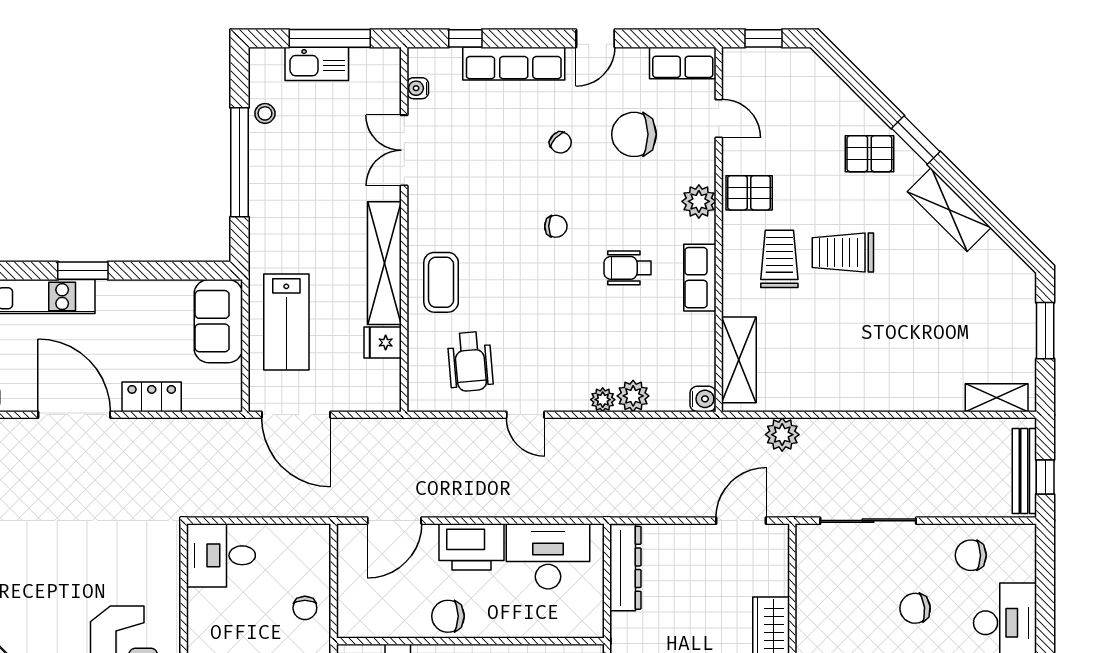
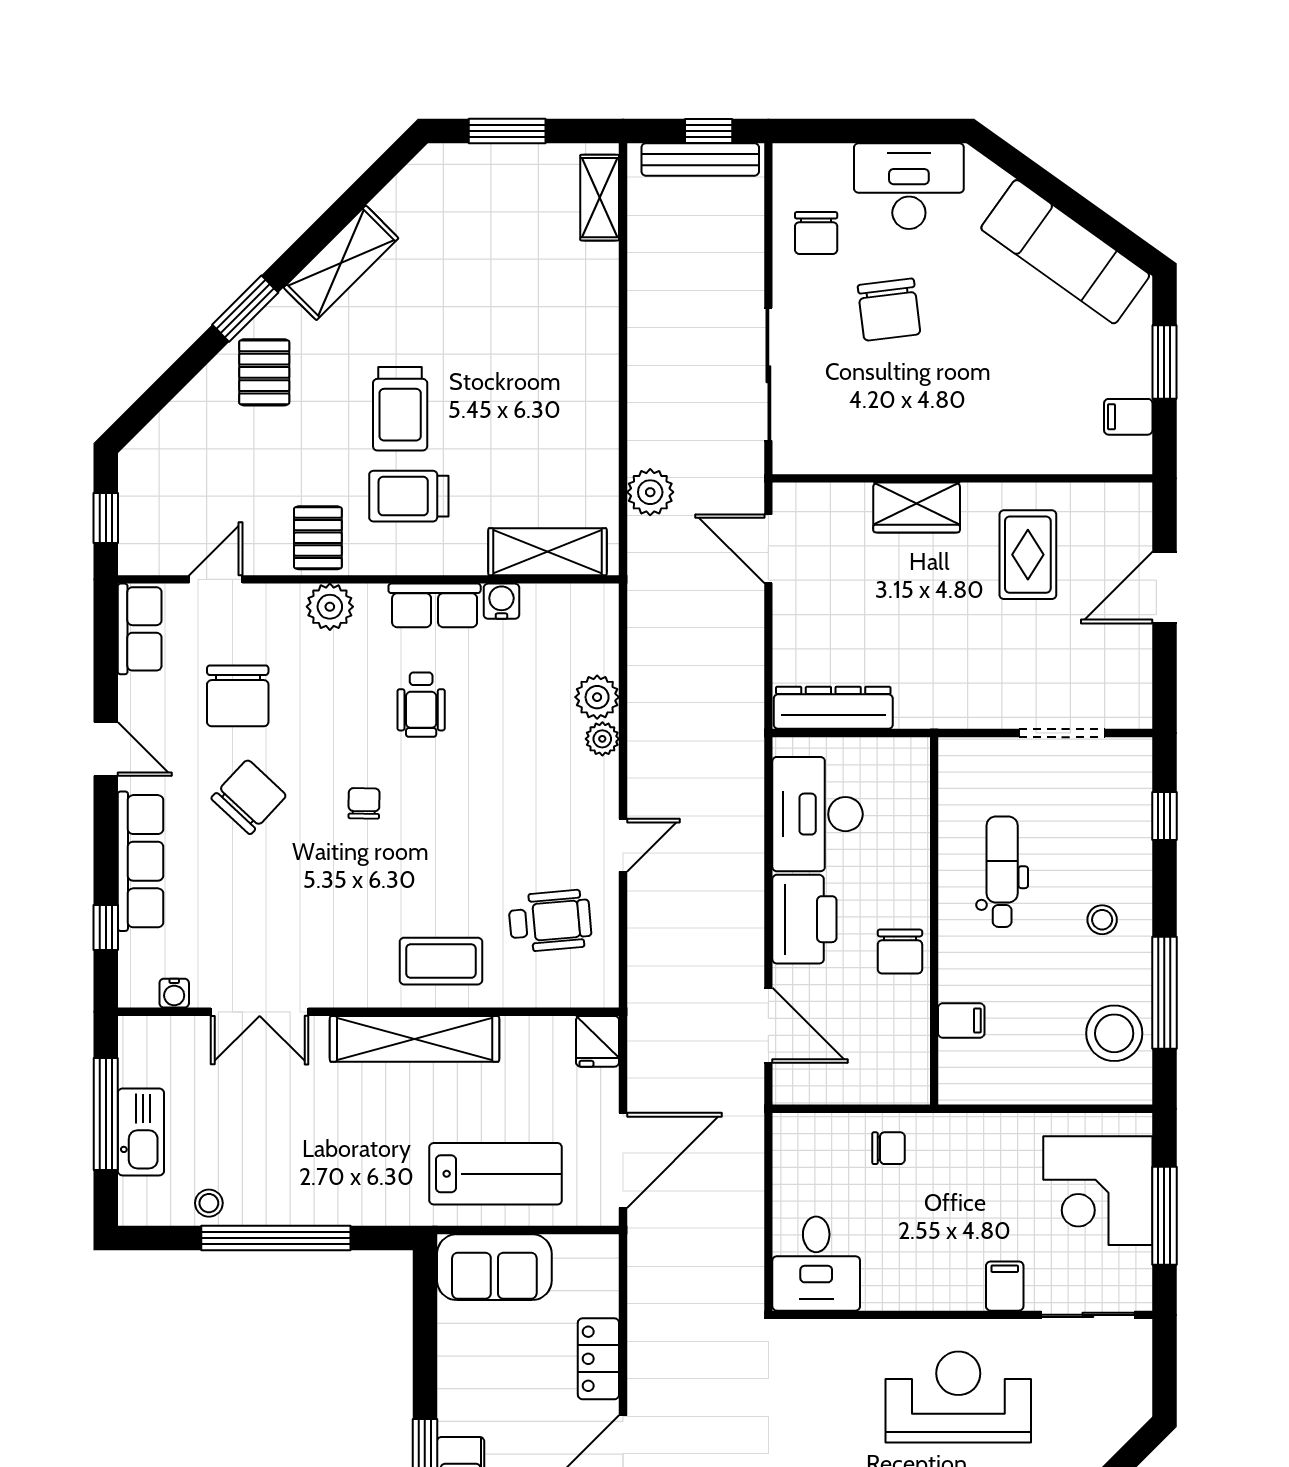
chair: (560, 142) -> (249, 797), width x1.87, depth x1.87
fridge: (383, 342) -> (598, 1041), moved
water cooler: (703, 399) -> (501, 601), moved
chair: (915, 608) -> (889, 310), width x1.37, depth x1.37

